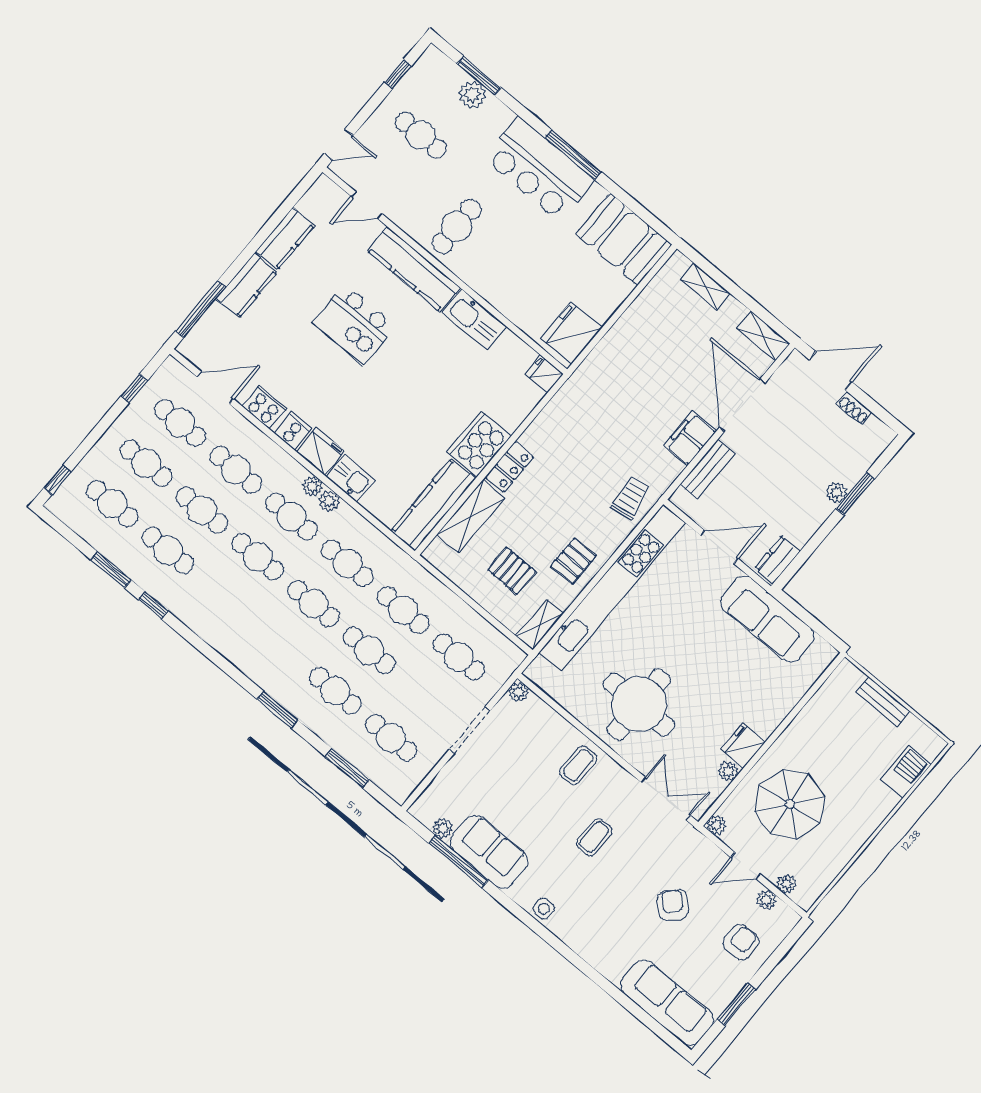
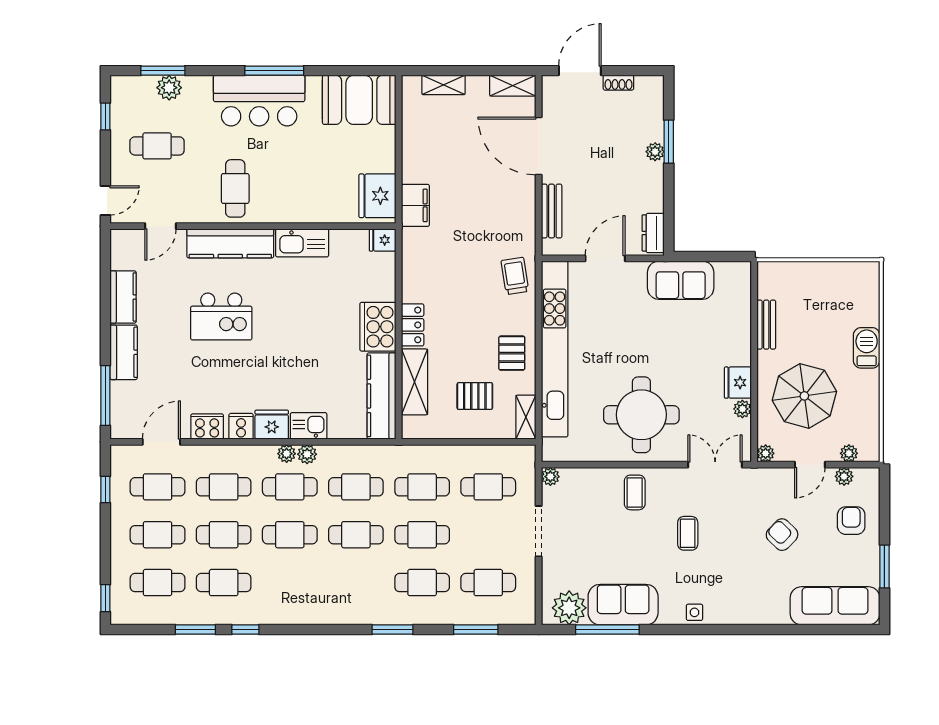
filing cabinet: (690, 438) -> (415, 205), moved, turned 180
sofa: (767, 619) -> (681, 280), width x0.73
bench: (883, 702) -> (766, 325), moved, turned 90
barbecue: (906, 772) -> (867, 348), moved
plant: (443, 829) -> (569, 608), width x1.87, depth x1.87

